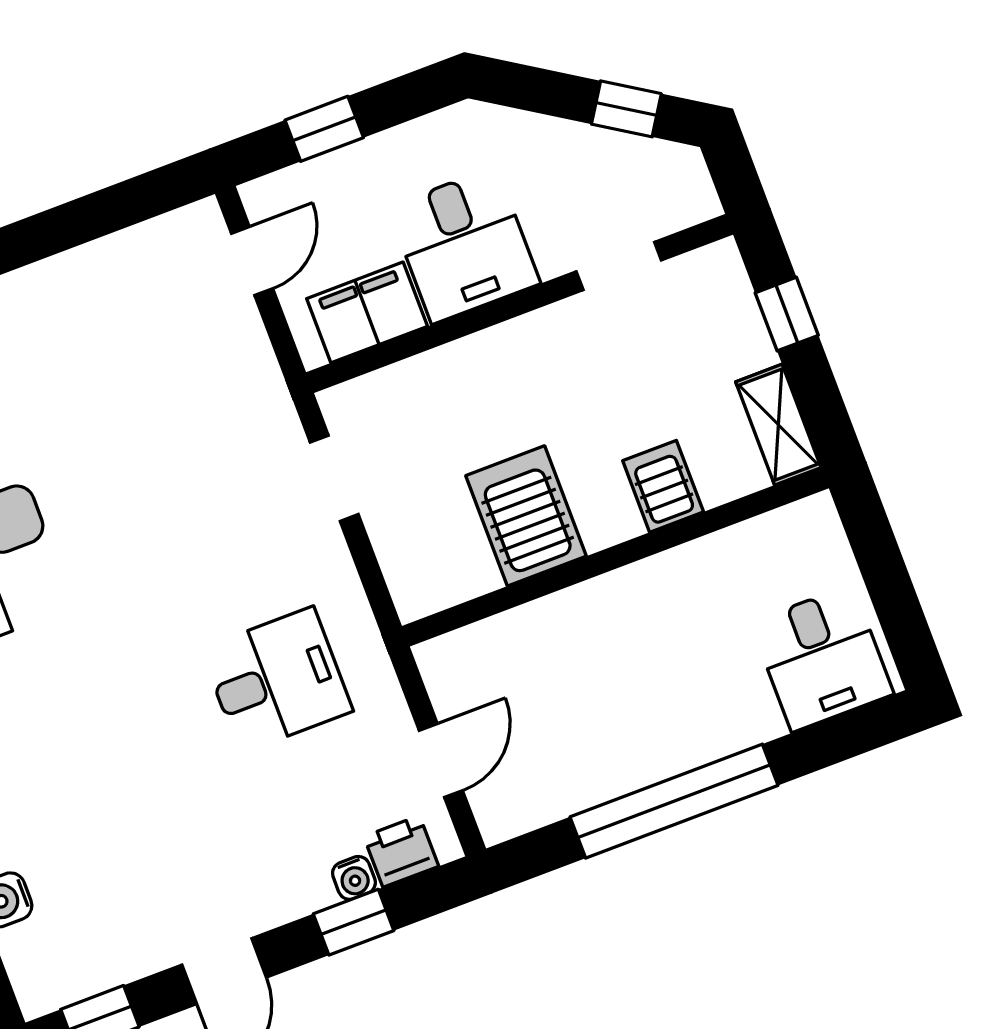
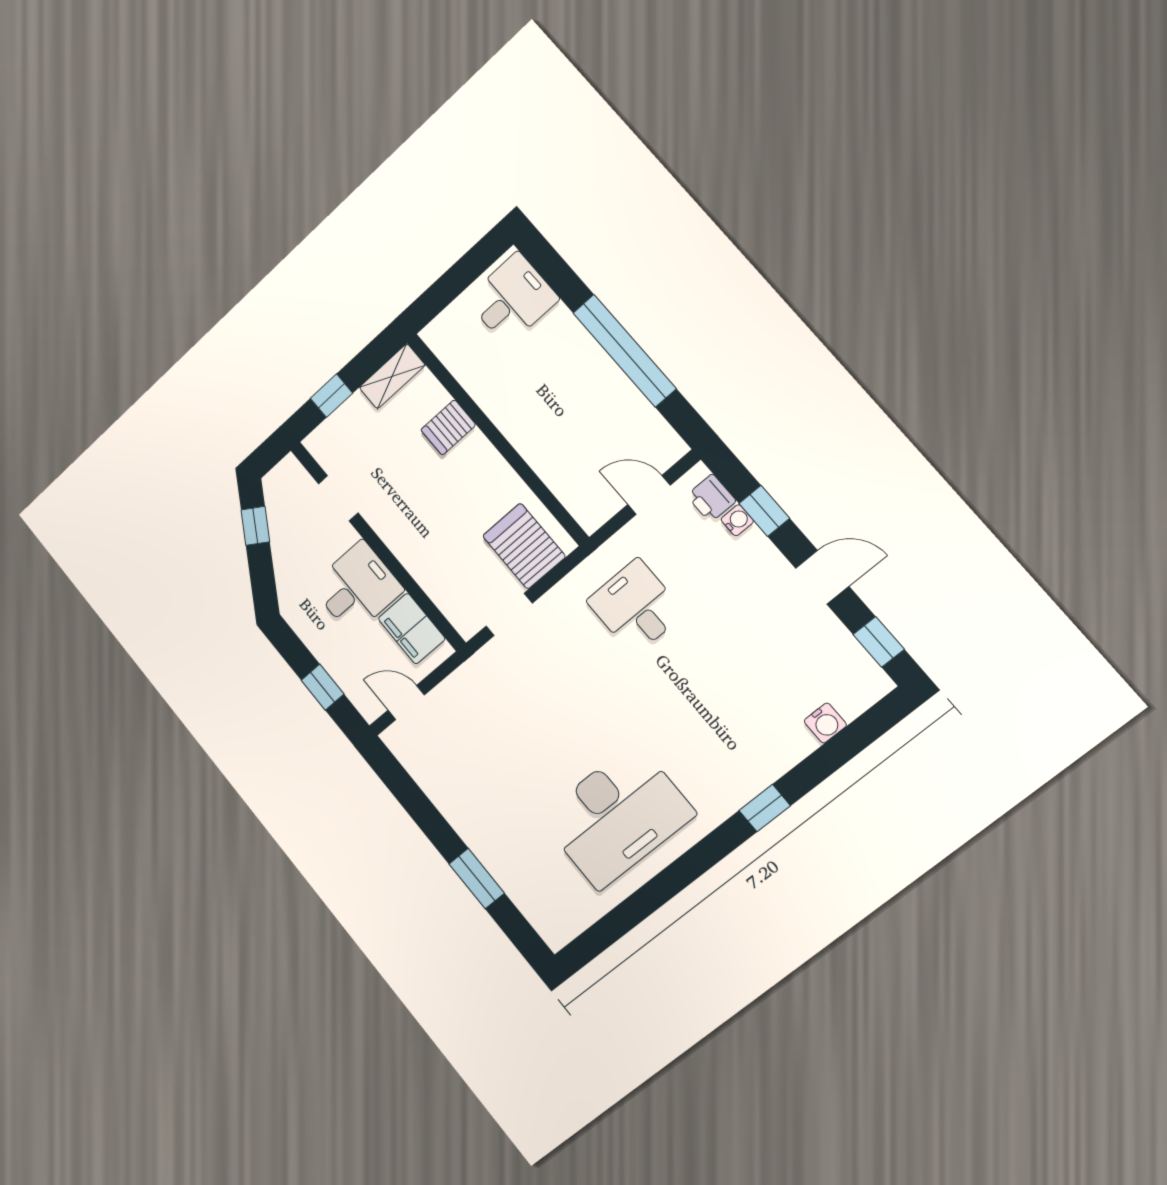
server rack: (526, 516) -> (524, 546), moved, turned 90

